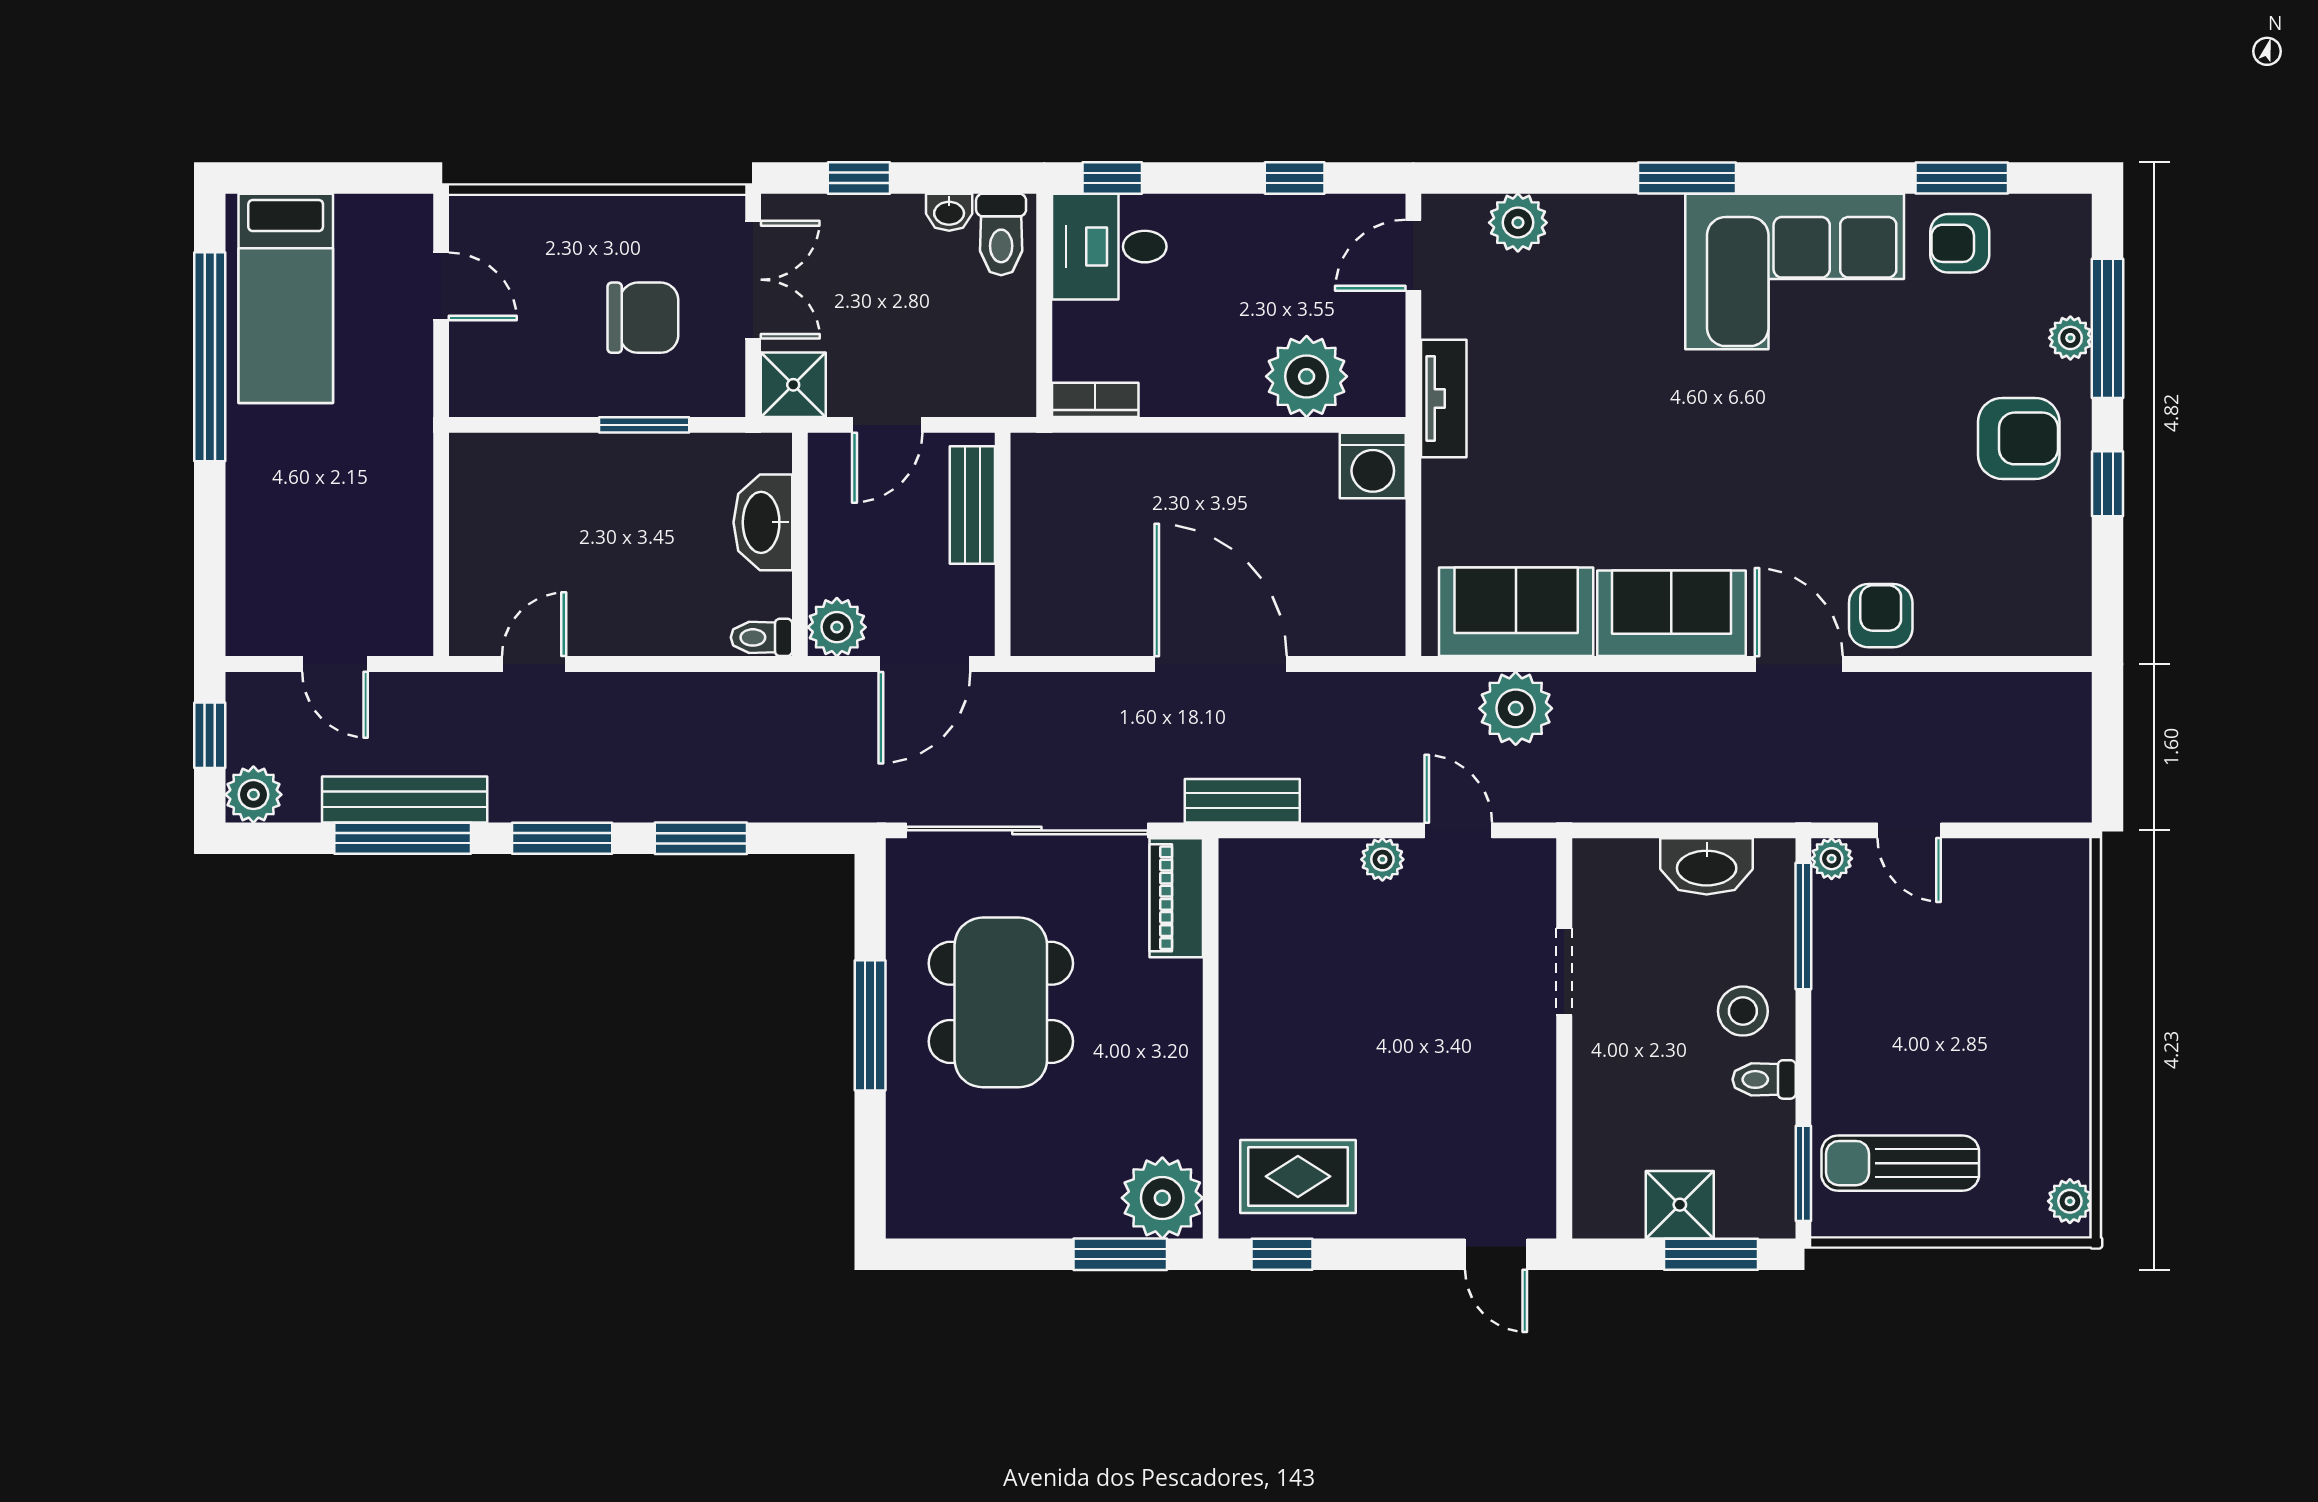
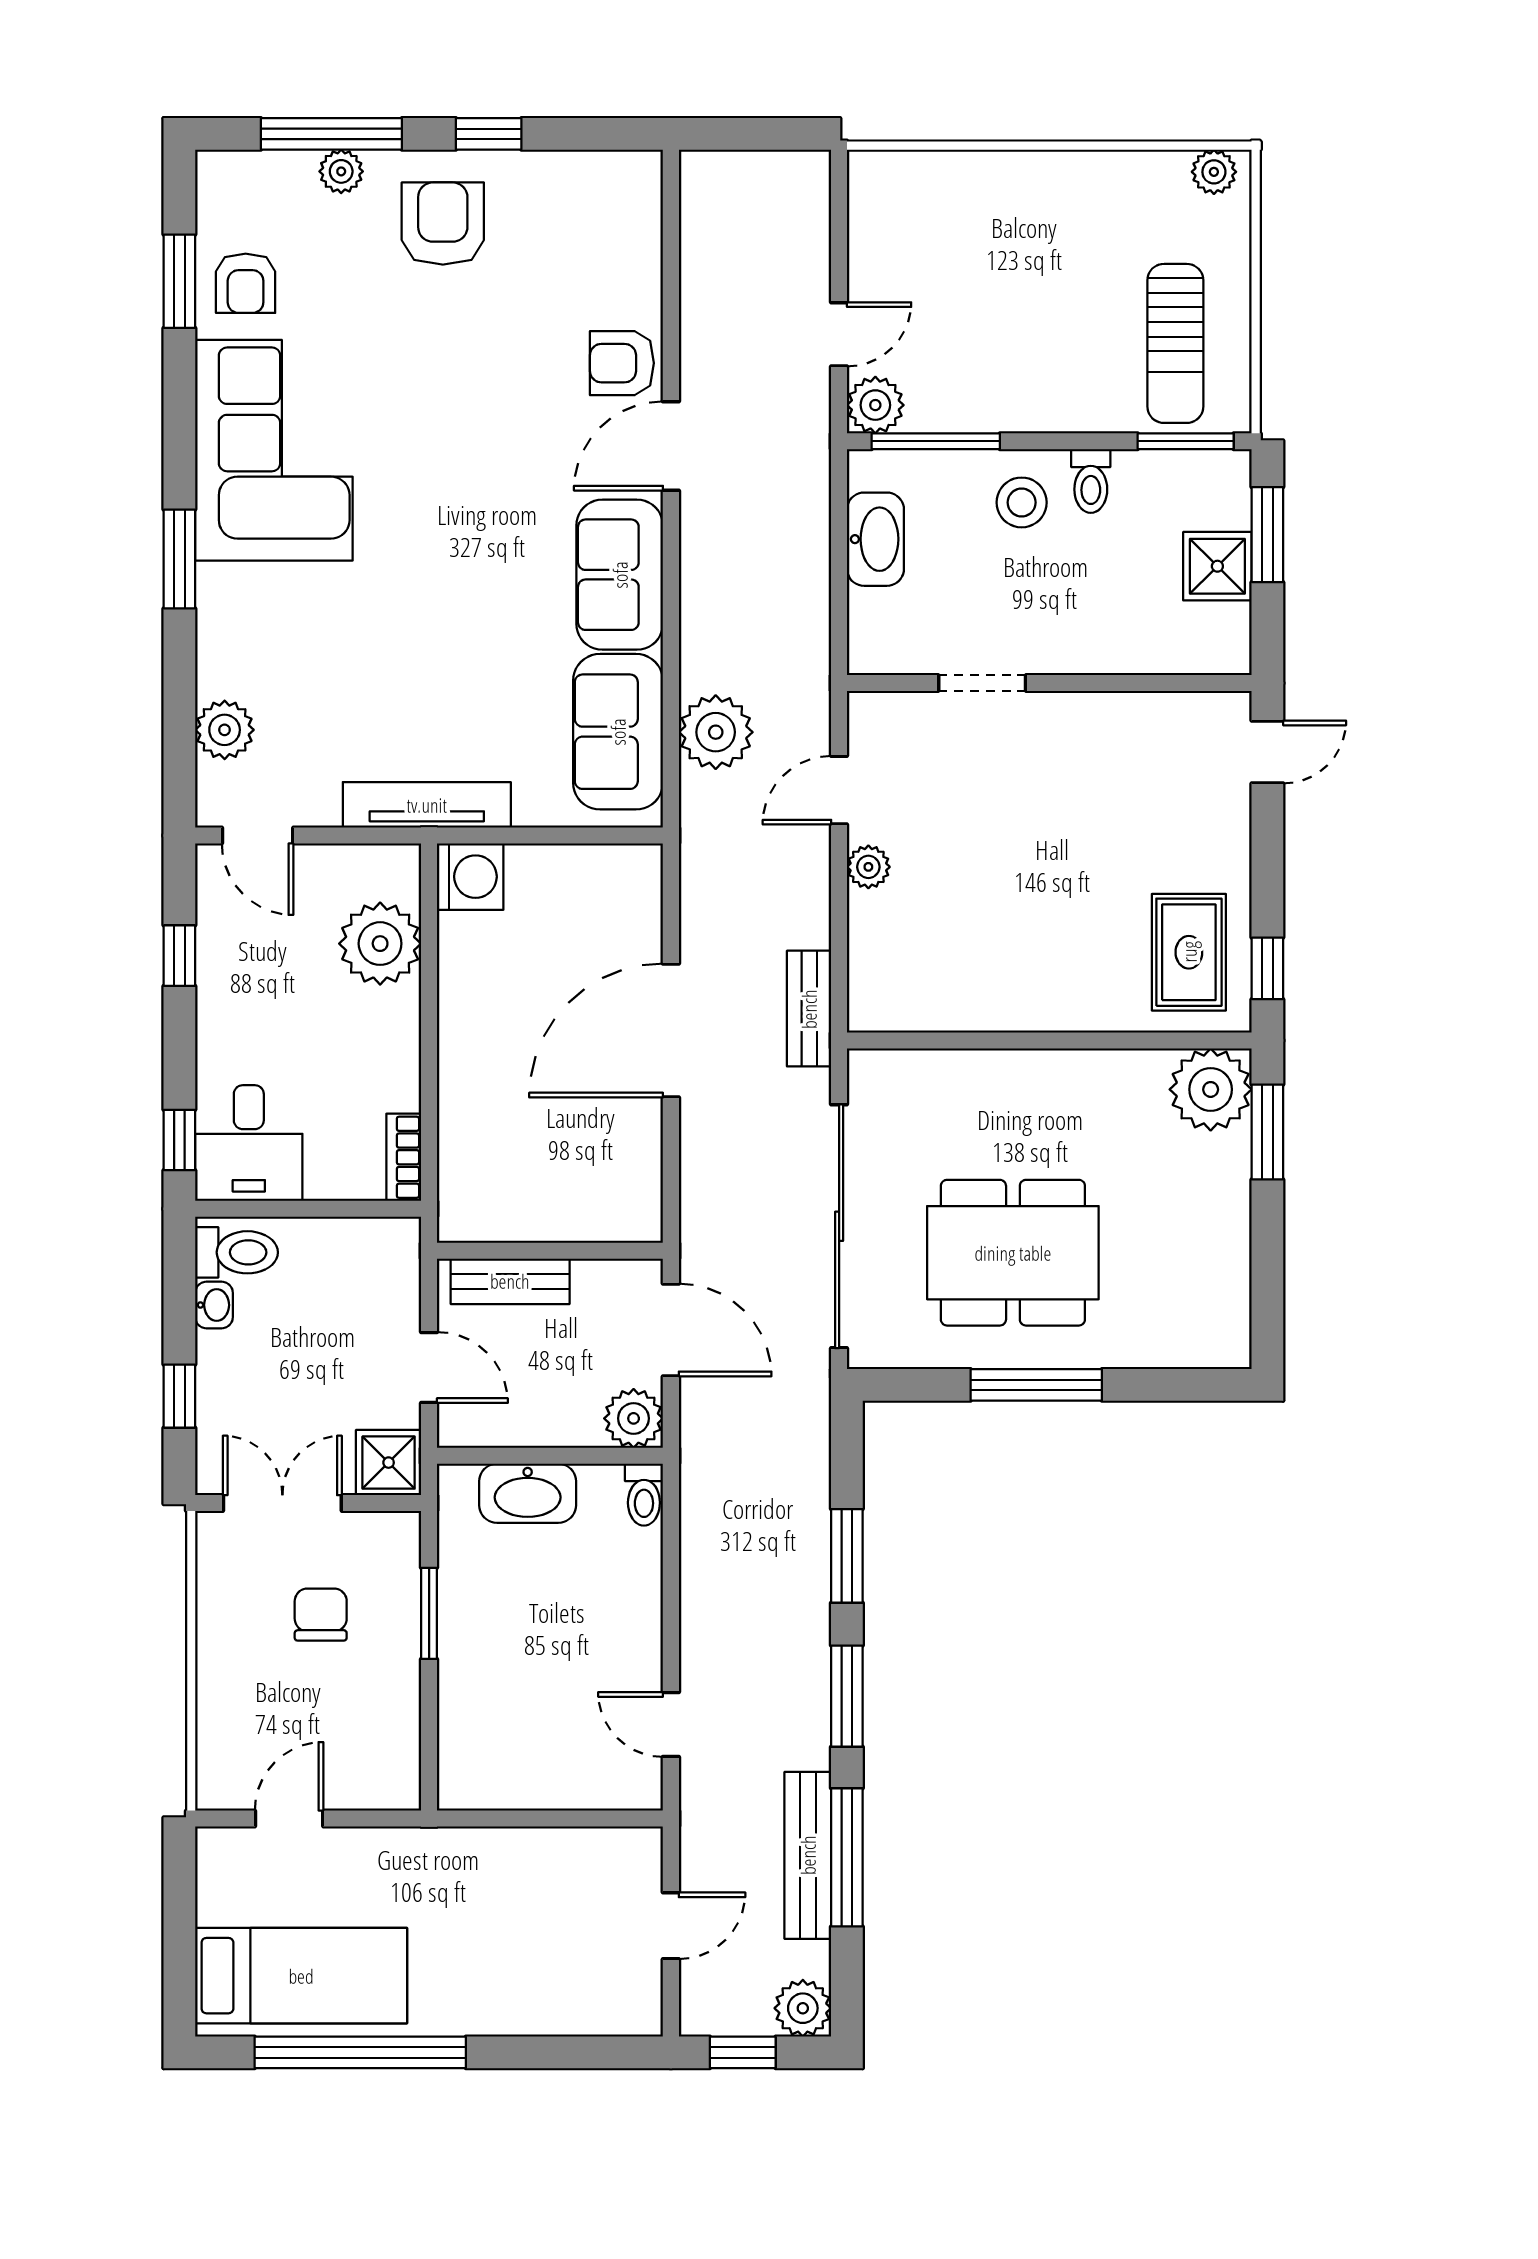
chair: (643, 318) -> (321, 1615), width x0.73, depth x0.73
tv unit: (1444, 398) -> (427, 805), width x1.41
plant: (1832, 859) -> (875, 405), width x1.38, depth x1.38
piano: (1176, 898) -> (907, 1075), removed

